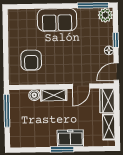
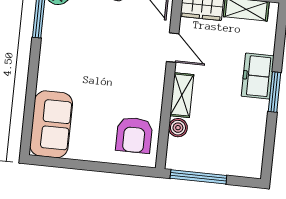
sofa: (57, 20) -> (51, 124), moved
armchair: (31, 60) -> (134, 135), moved, turned 90

